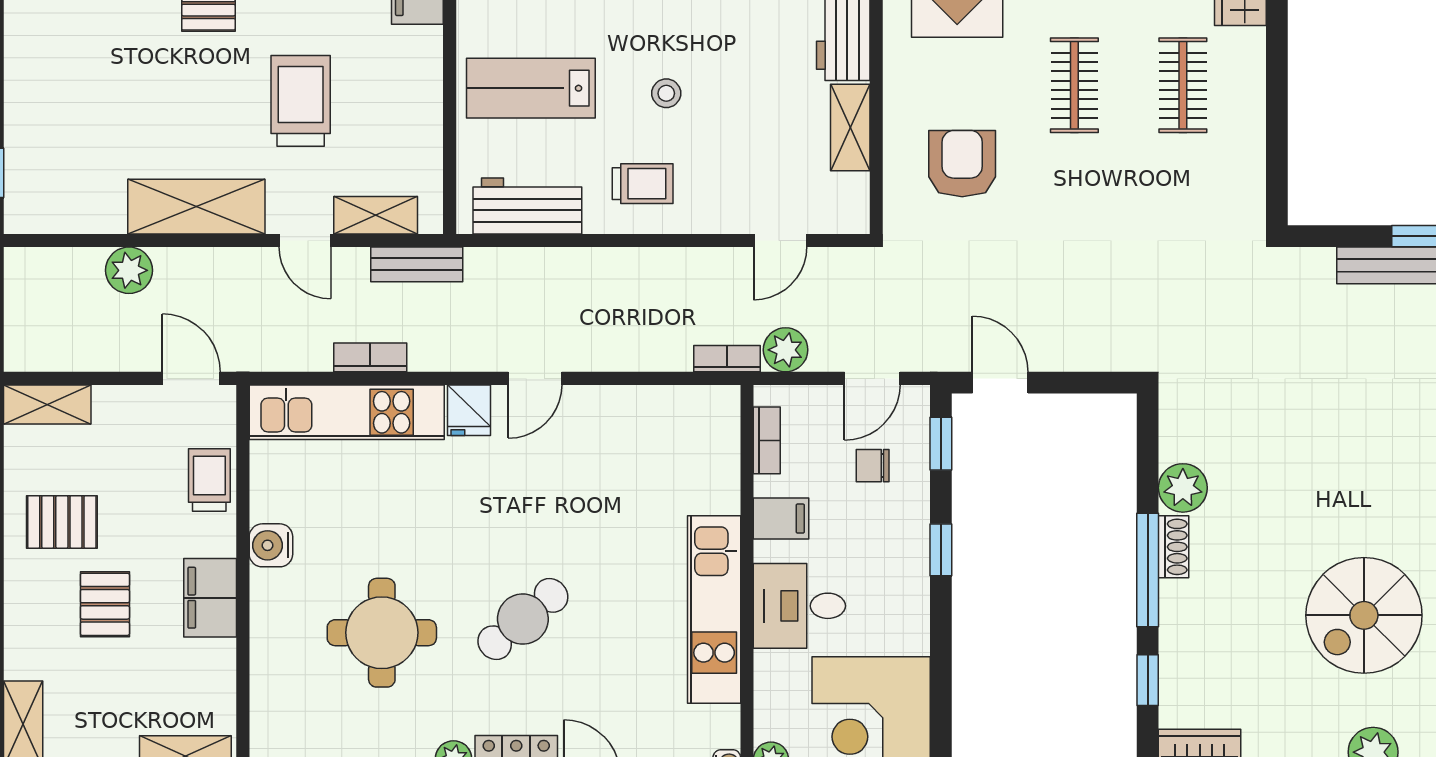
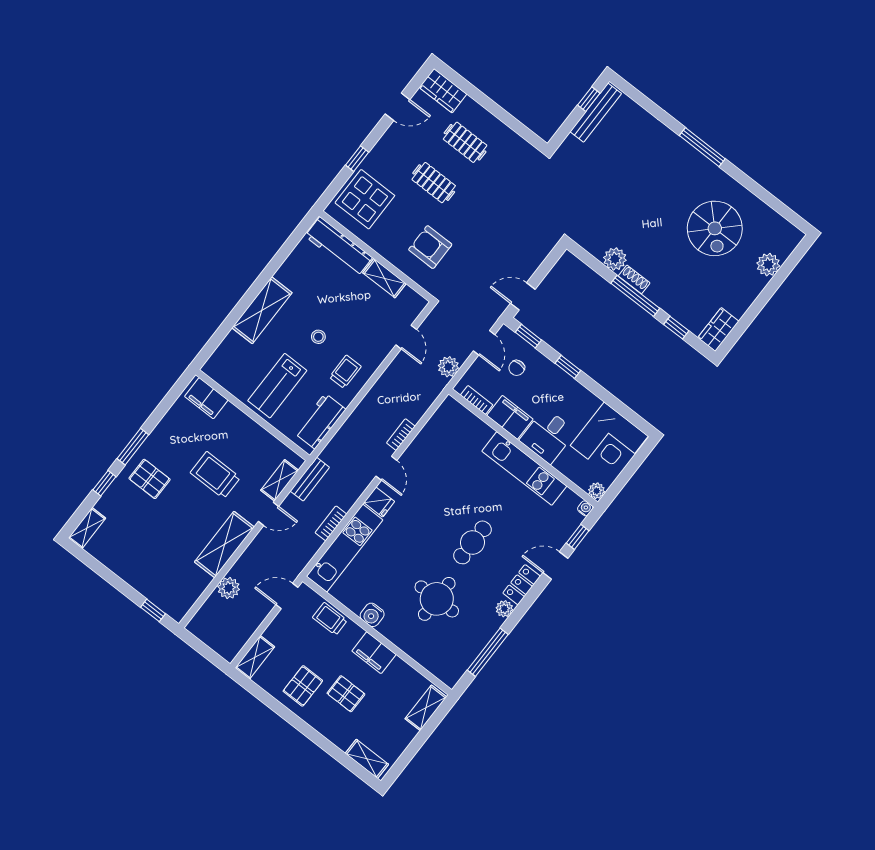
bookcase: (727, 359) -> (401, 435), moved
filing cabinet: (781, 519) -> (510, 417), width x2.00
cafe table: (523, 619) -> (472, 542), turned 40

